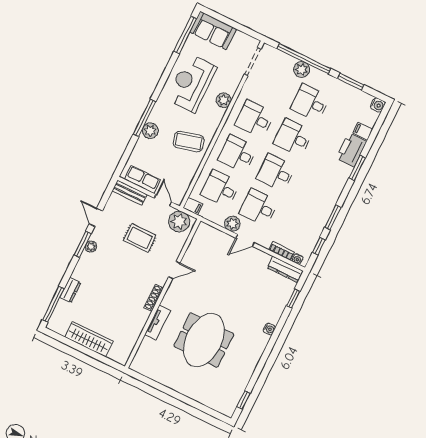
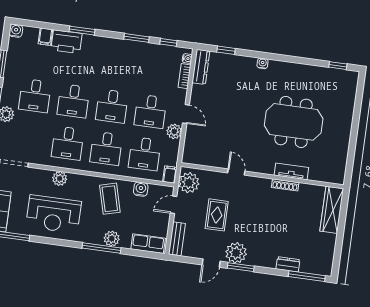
water cooler: (188, 174) -> (141, 189), added
row of seats: (142, 179) -> (148, 244), moved, turned 90
plant: (91, 247) -> (236, 253), width x1.88, depth x1.88
shoe rack: (154, 298) -> (285, 185), moved
wardrobe: (89, 339) -> (332, 210), moved

